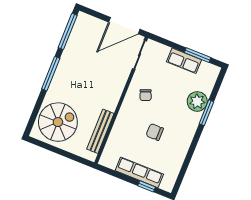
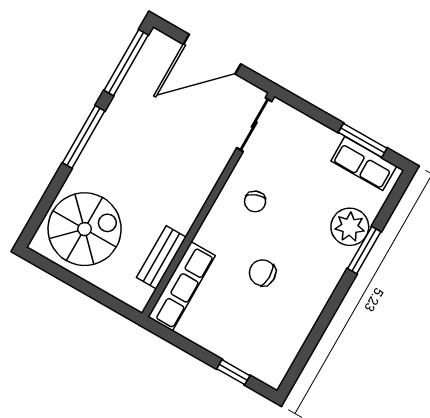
door: (124, 26) -> (212, 54), moved
row of seats: (184, 61) -> (364, 163), moved
bench: (100, 131) -> (161, 257), width x0.73
row of seats: (139, 172) -> (182, 286), moved, turned 90

